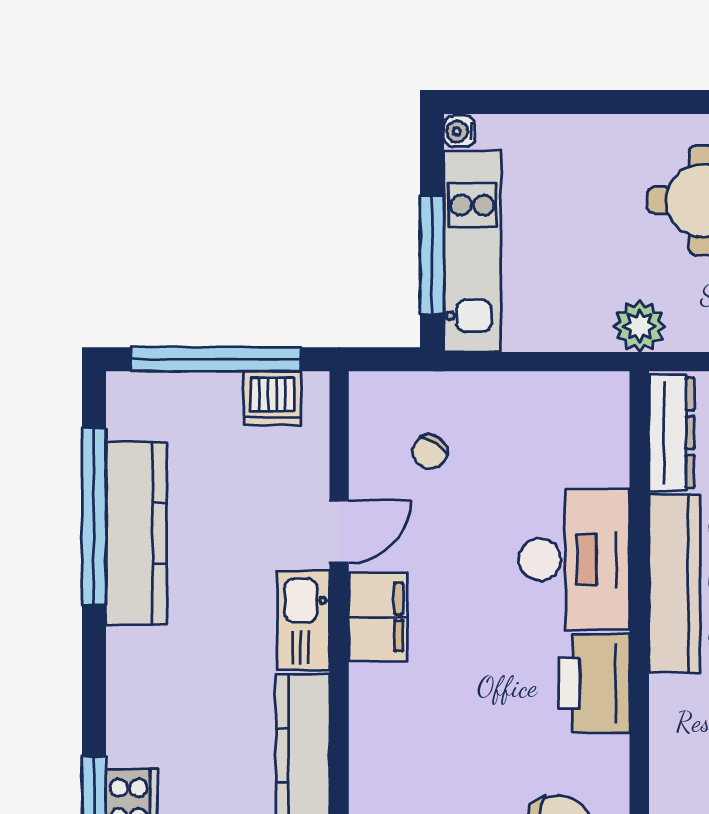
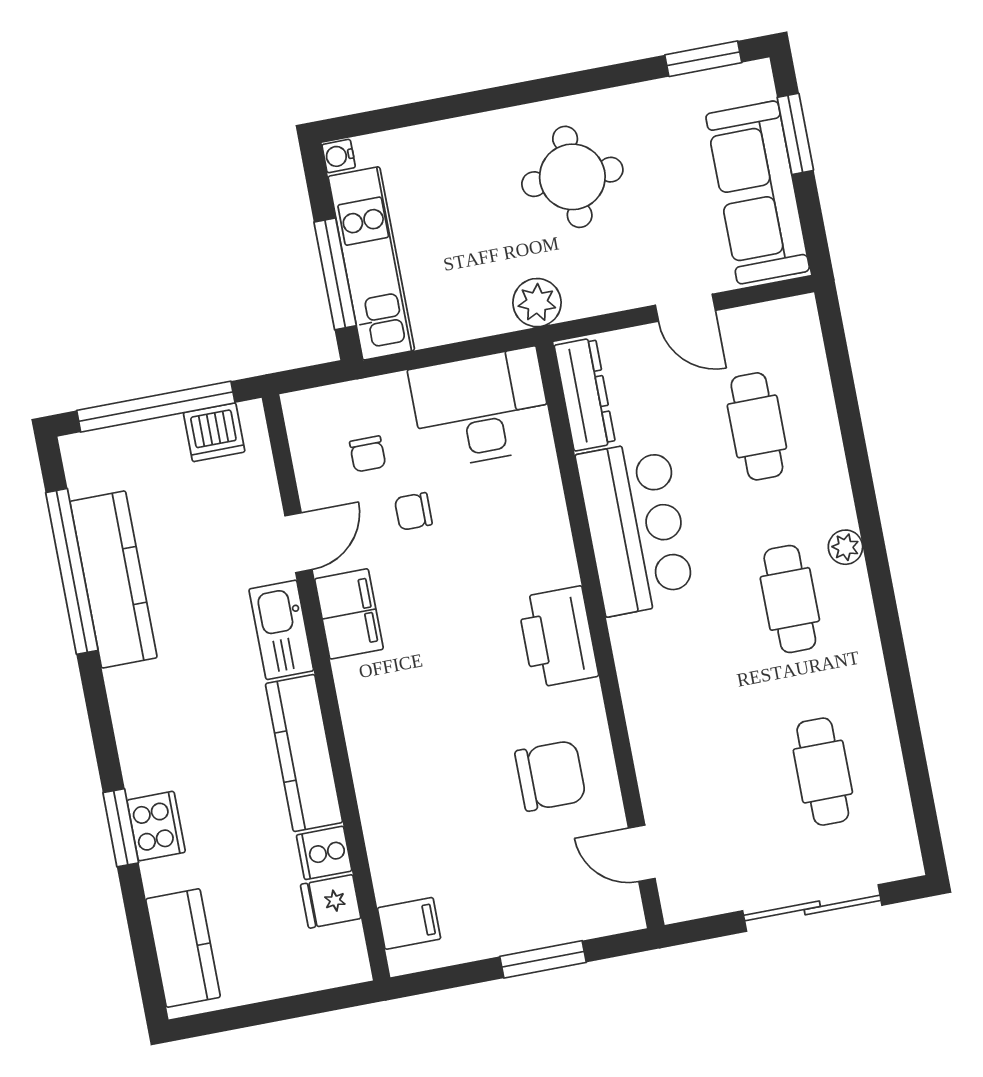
chair: (430, 452) -> (368, 454), turned -33
chair: (467, 522) -> (413, 511), added
desk: (574, 559) -> (481, 408), moved, turned -90

